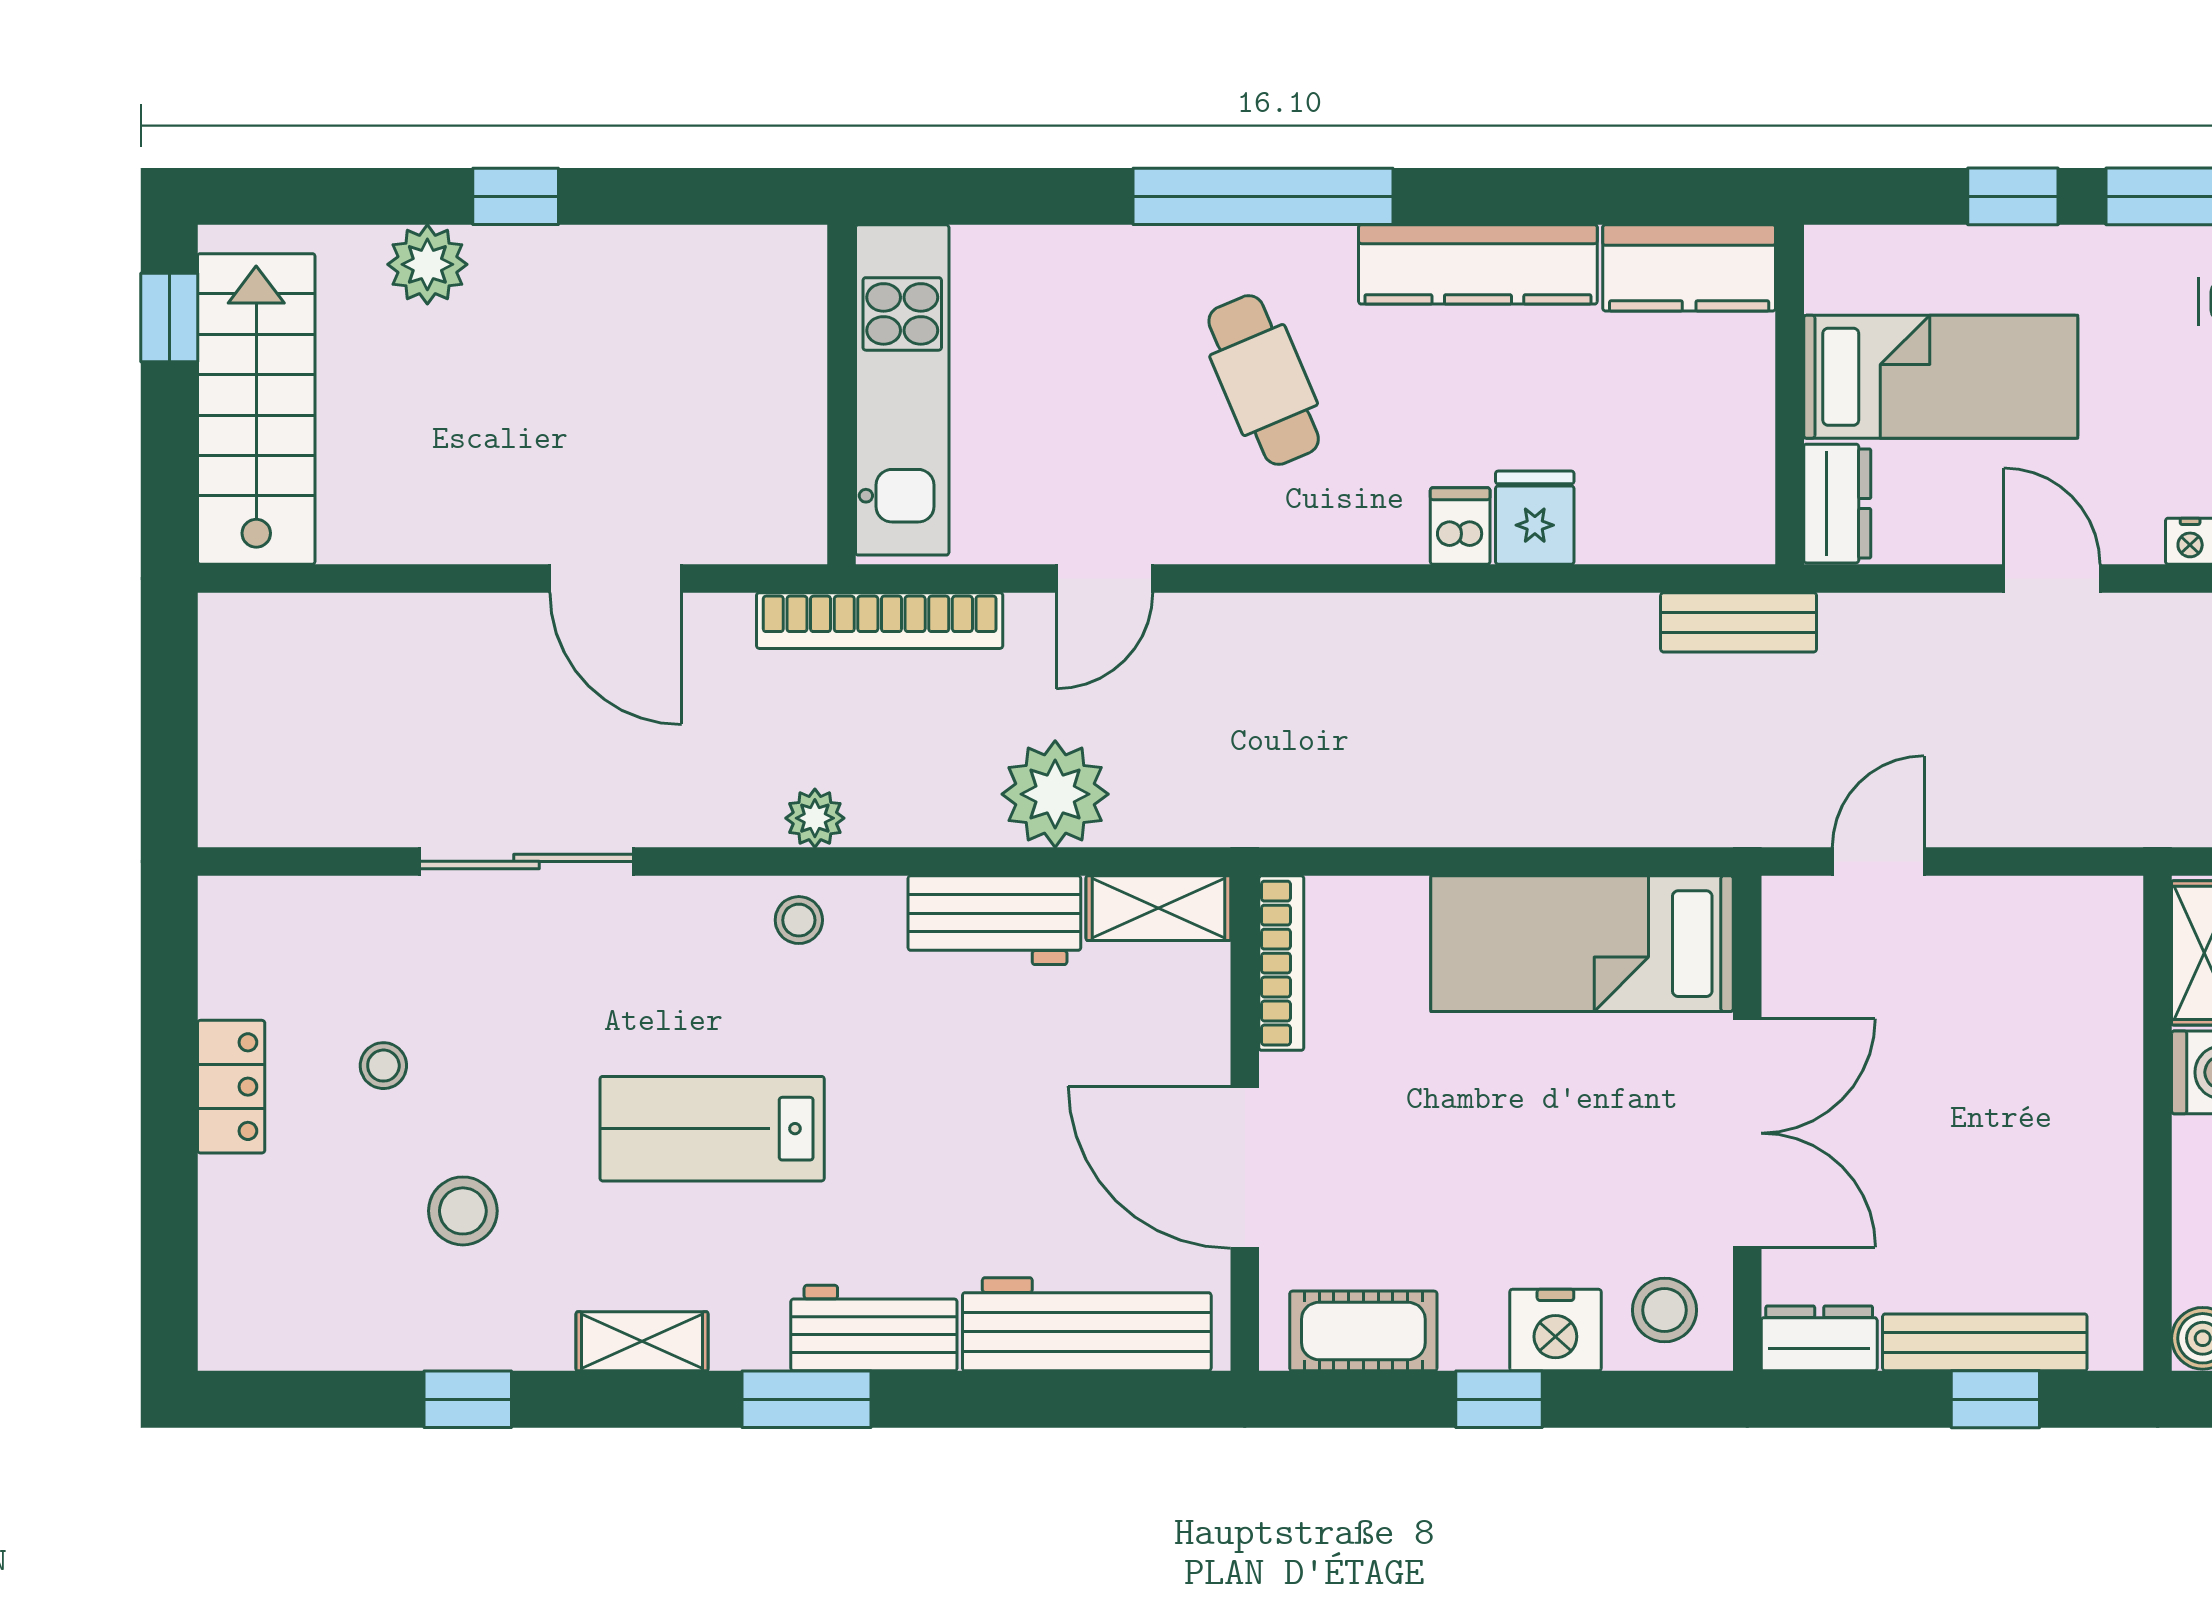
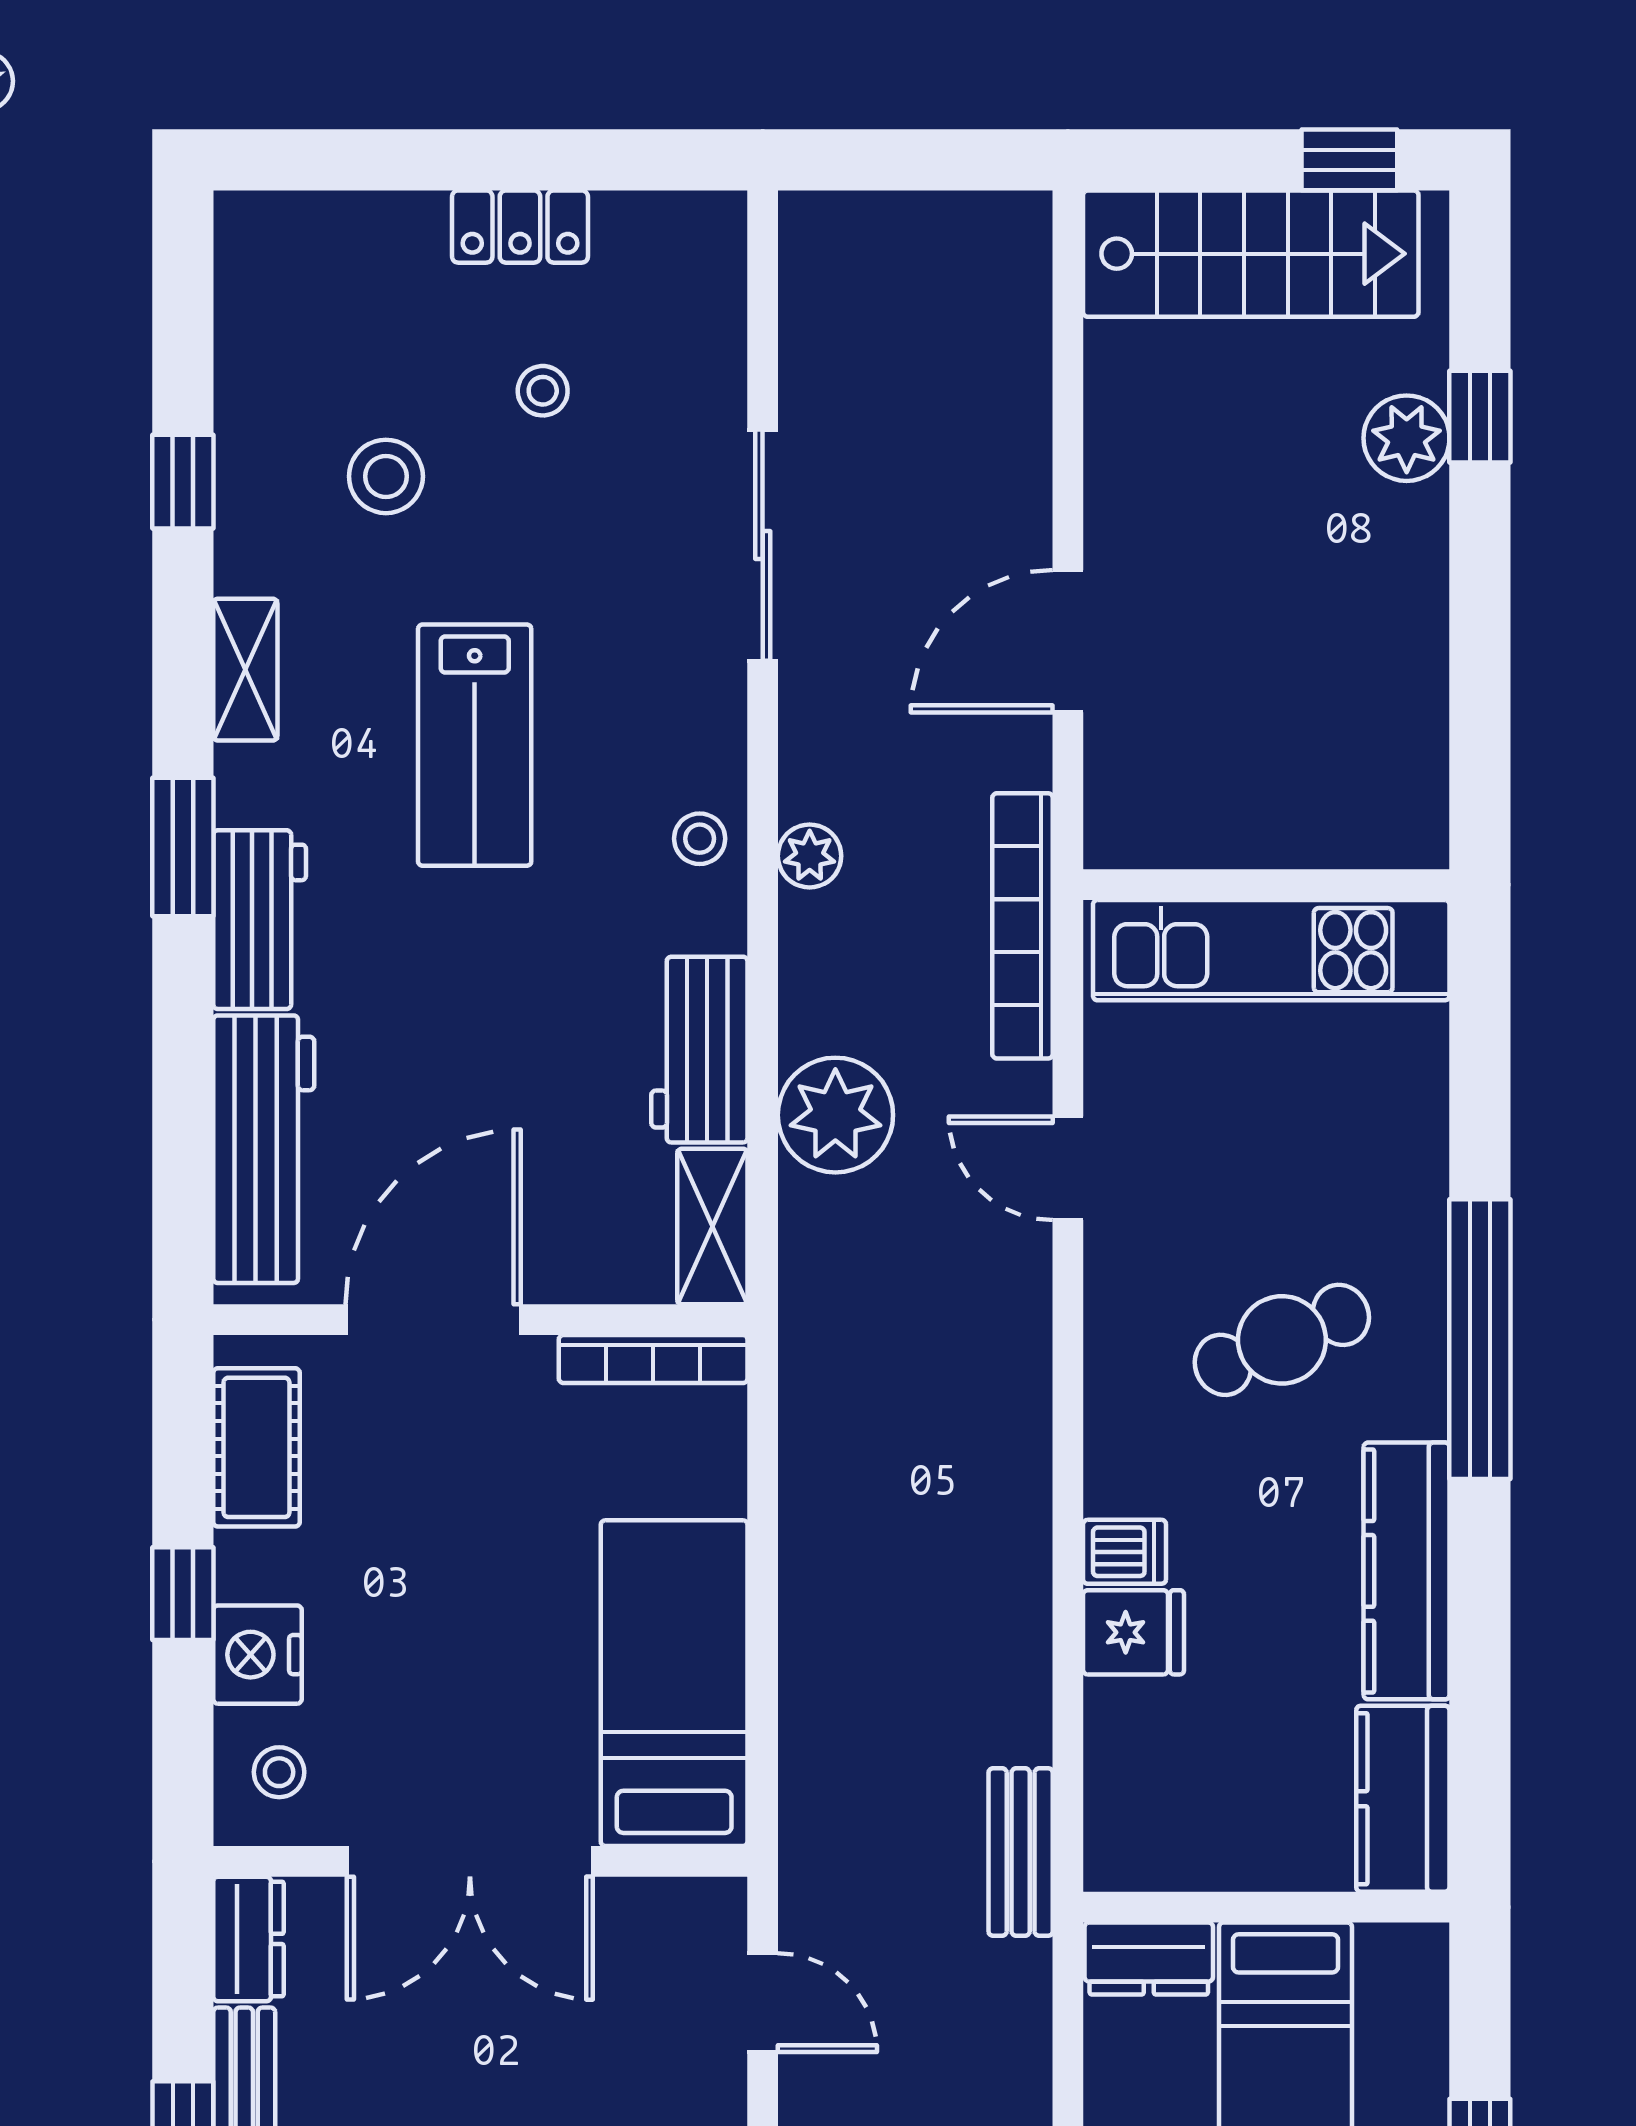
window: (516, 196) -> (1480, 417), moved
lab bench: (712, 1129) -> (475, 745), turned 180
stool: (1665, 1310) -> (279, 1772), width x0.73, depth x0.73

